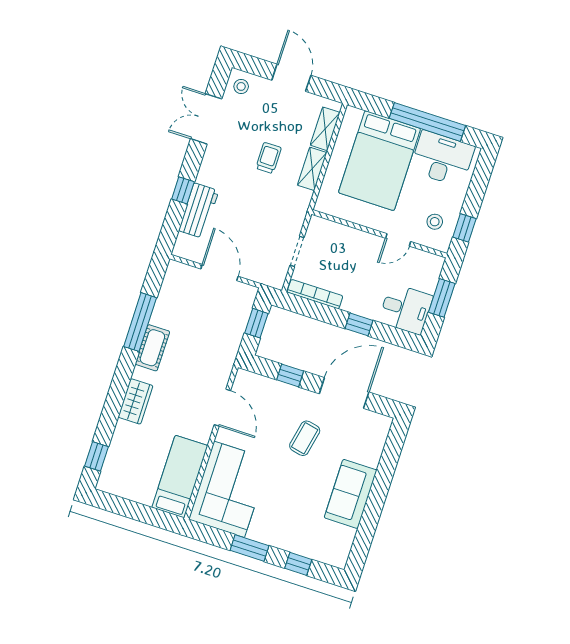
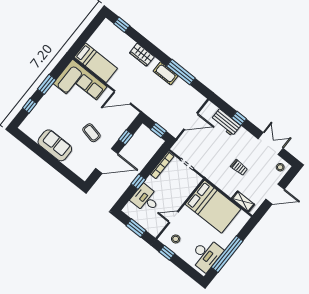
bed: (380, 161) -> (213, 207), moved, turned 180
shelving: (312, 169) -> (225, 187), removed
door: (398, 240) -> (173, 217), hinge flipped
desk: (406, 309) -> (146, 199), moved, turned 90
door: (344, 393) -> (107, 161), hinge flipped

